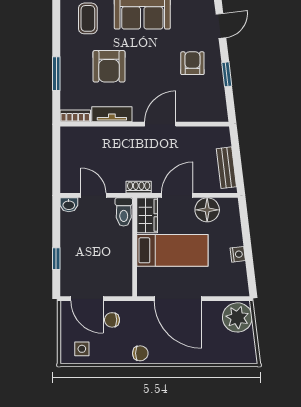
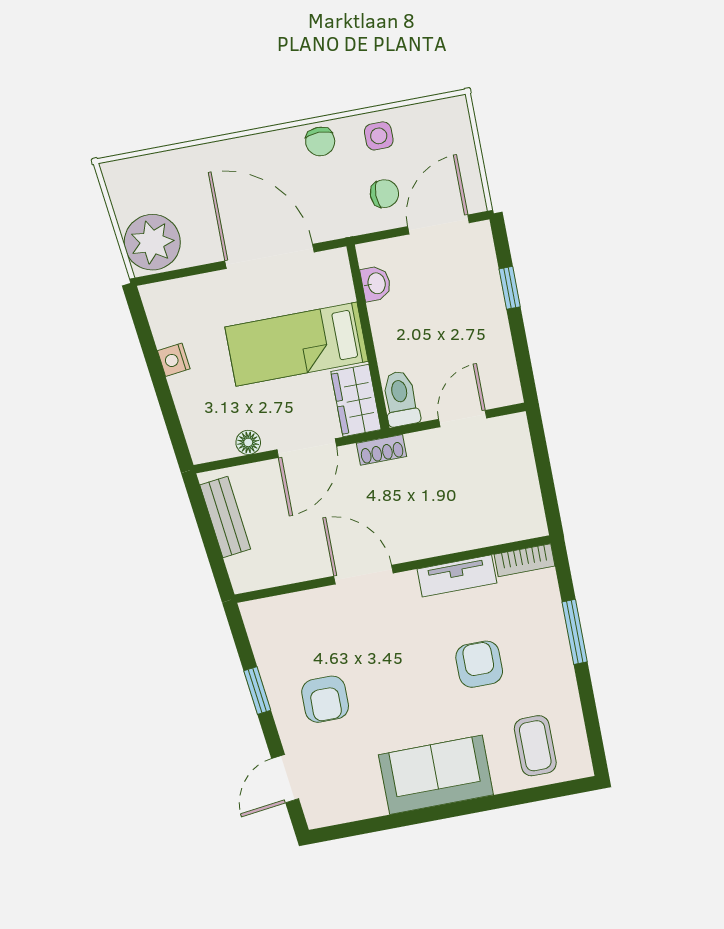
armchair: (109, 66) -> (479, 664), width x0.72, depth x0.72
door: (160, 124) -> (363, 575), swing flipped
door: (93, 195) -> (463, 419), swing flipped
washbasin: (69, 205) -> (376, 283), moved, turned 90
floor lamp: (207, 210) -> (248, 442), width x0.53, depth x0.53
door: (87, 299) -> (438, 225), hinge flipped
side table: (82, 349) -> (379, 136), moved
chair: (140, 353) -> (320, 141), turned -90

